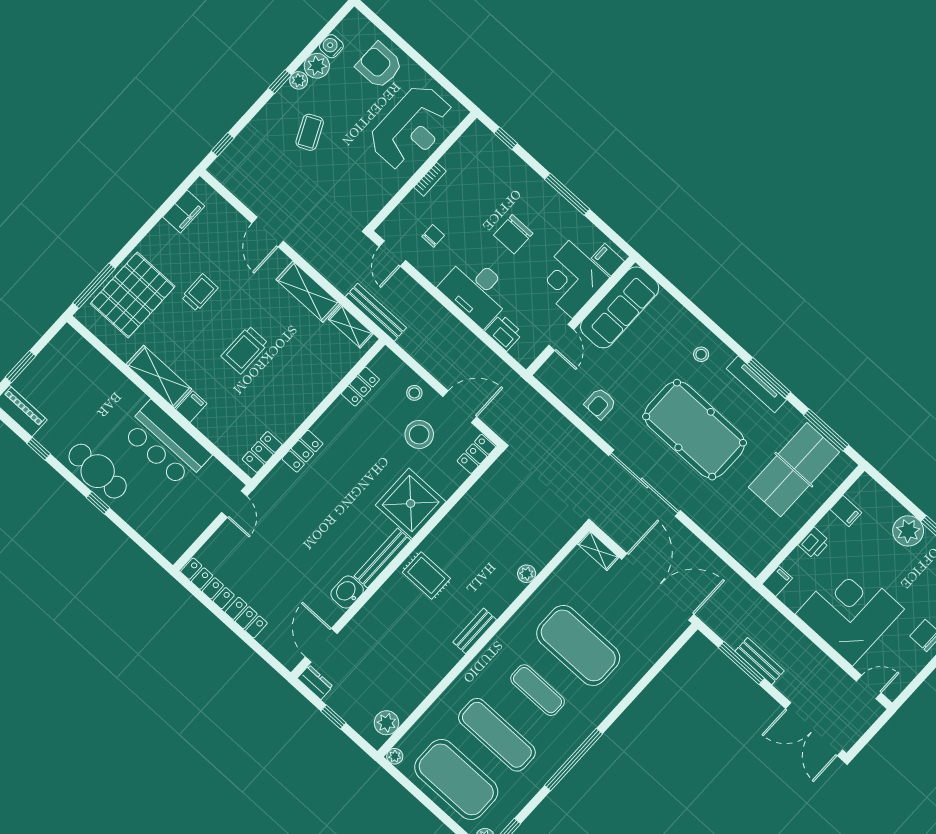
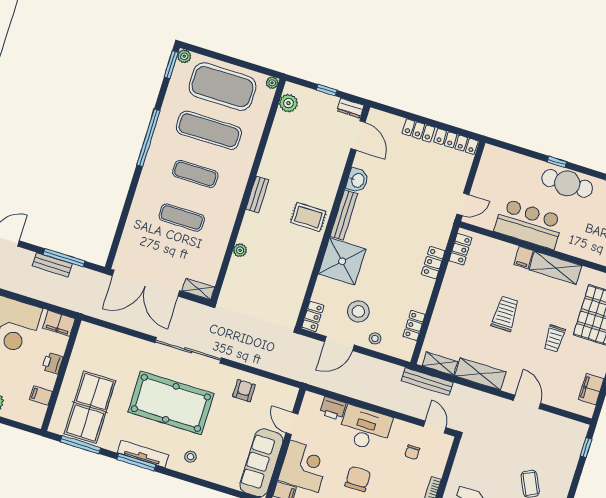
door: (234, 504) -> (463, 204), swing flipped
filing cabinet: (777, 581) -> (59, 323), width x2.00
exercise mat: (578, 645) -> (182, 218), width x0.50, depth x0.69

